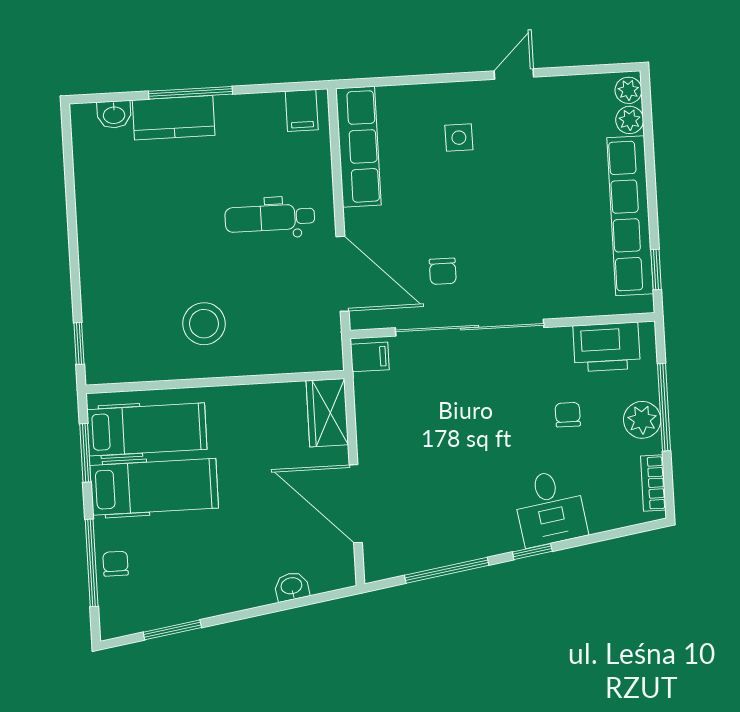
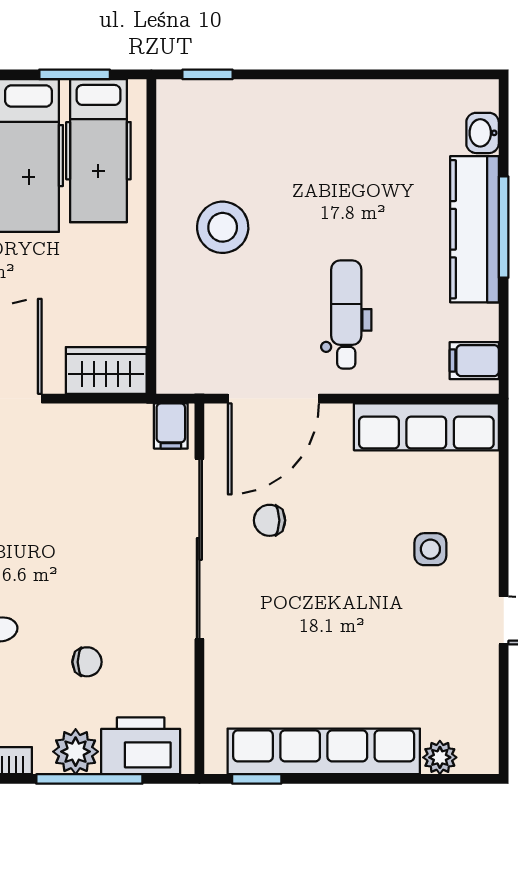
plant: (628, 90) -> (476, 758), removed
kitchen counter: (174, 118) -> (474, 229), width x1.50
printer: (607, 347) -> (141, 746), moved, turned 90

